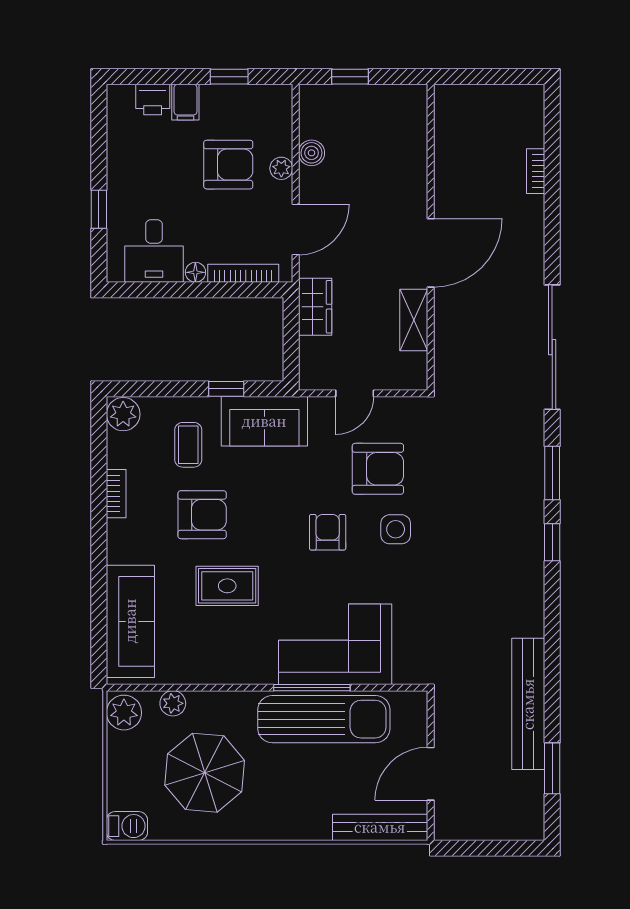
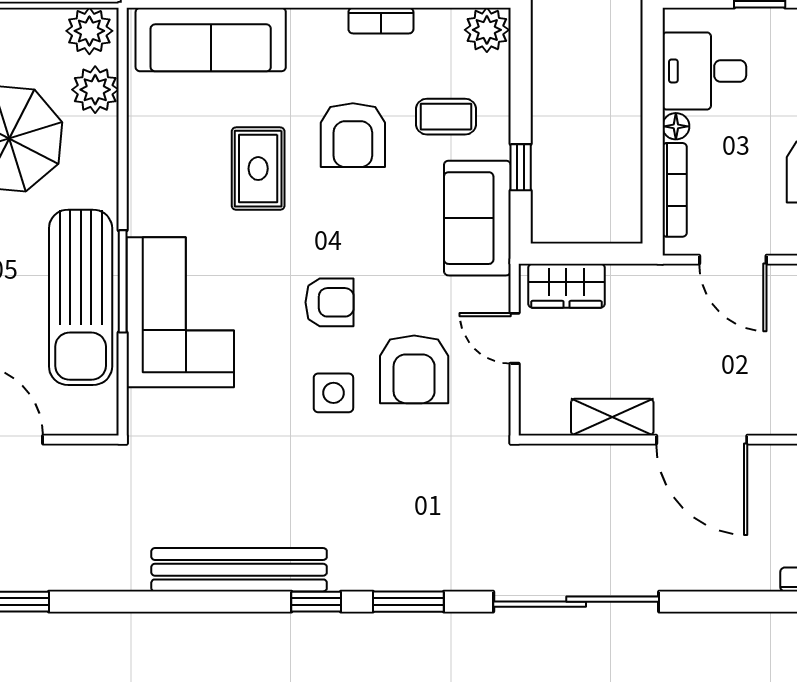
wardrobe: (315, 307) -> (566, 286), moved
plant: (173, 703) -> (95, 90), width x1.38, depth x1.38
bench: (528, 704) -> (239, 570), moved

